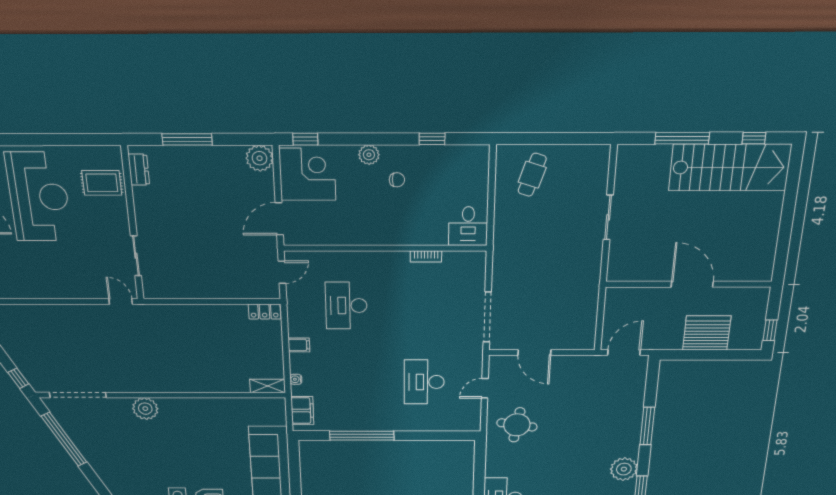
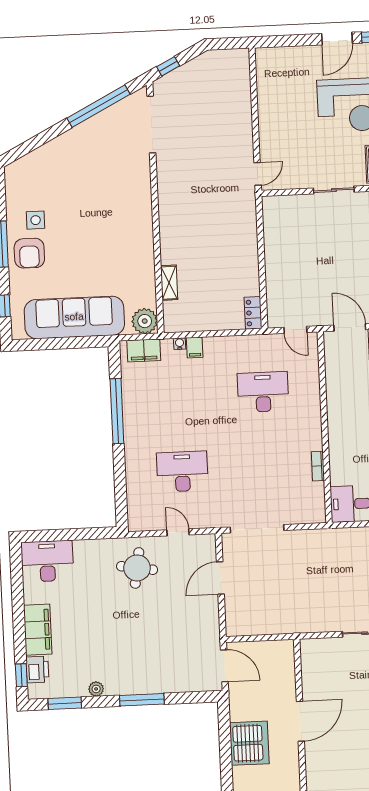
sliding door: (136, 256) -> (334, 190), moved
filing cabinet: (299, 345) -> (195, 347), moved
shelving: (268, 386) -> (169, 283), moved
plant: (145, 409) -> (145, 321), moved
plant: (624, 469) -> (96, 689), width x0.53, depth x0.53

